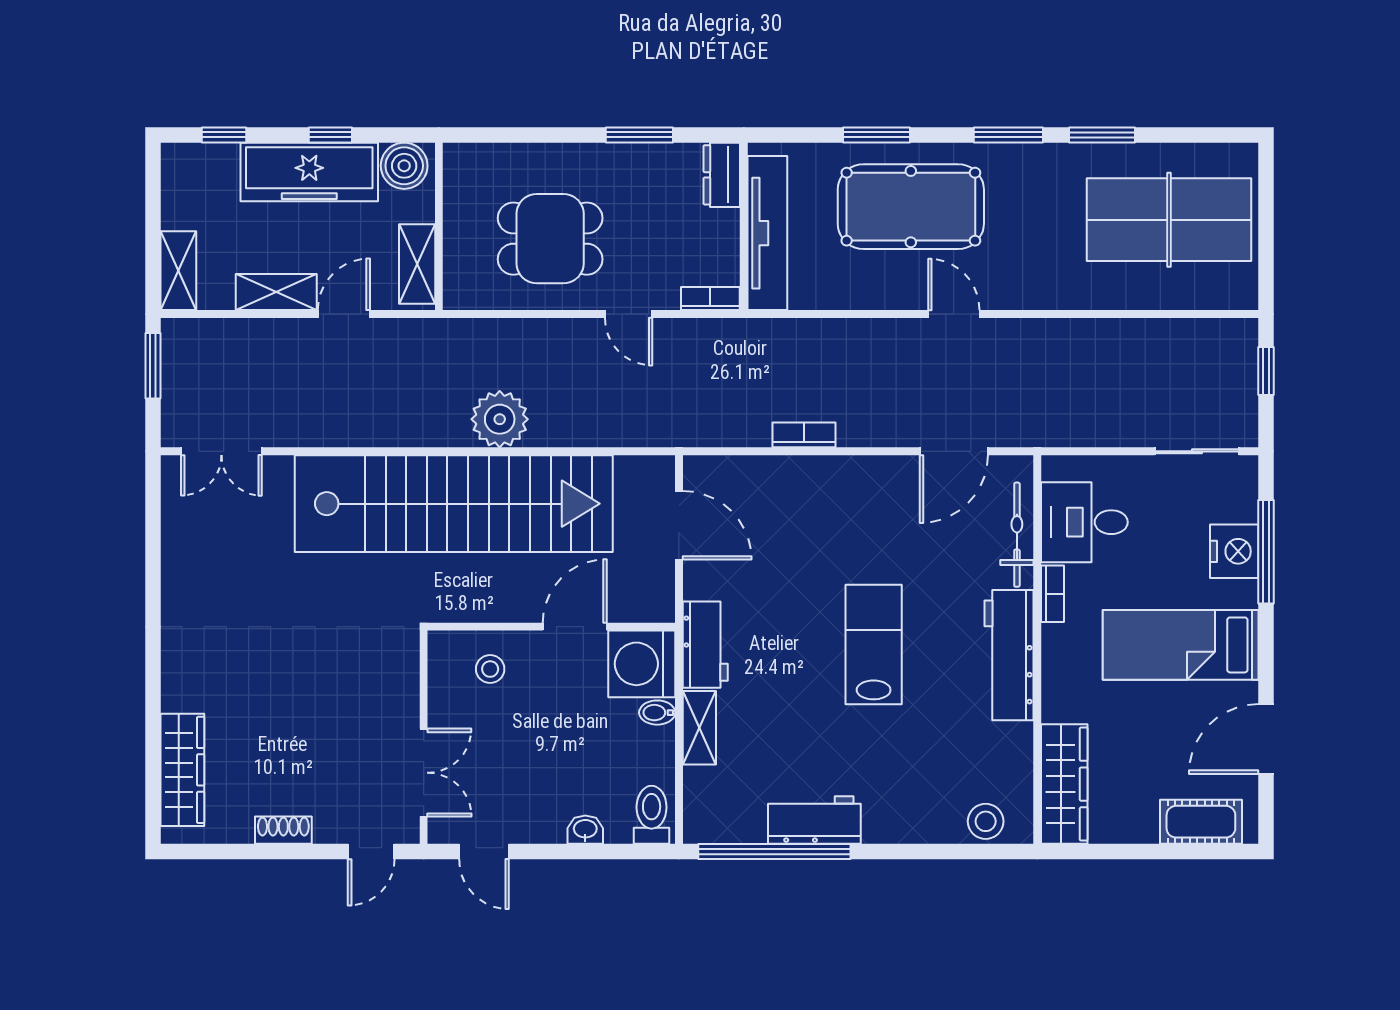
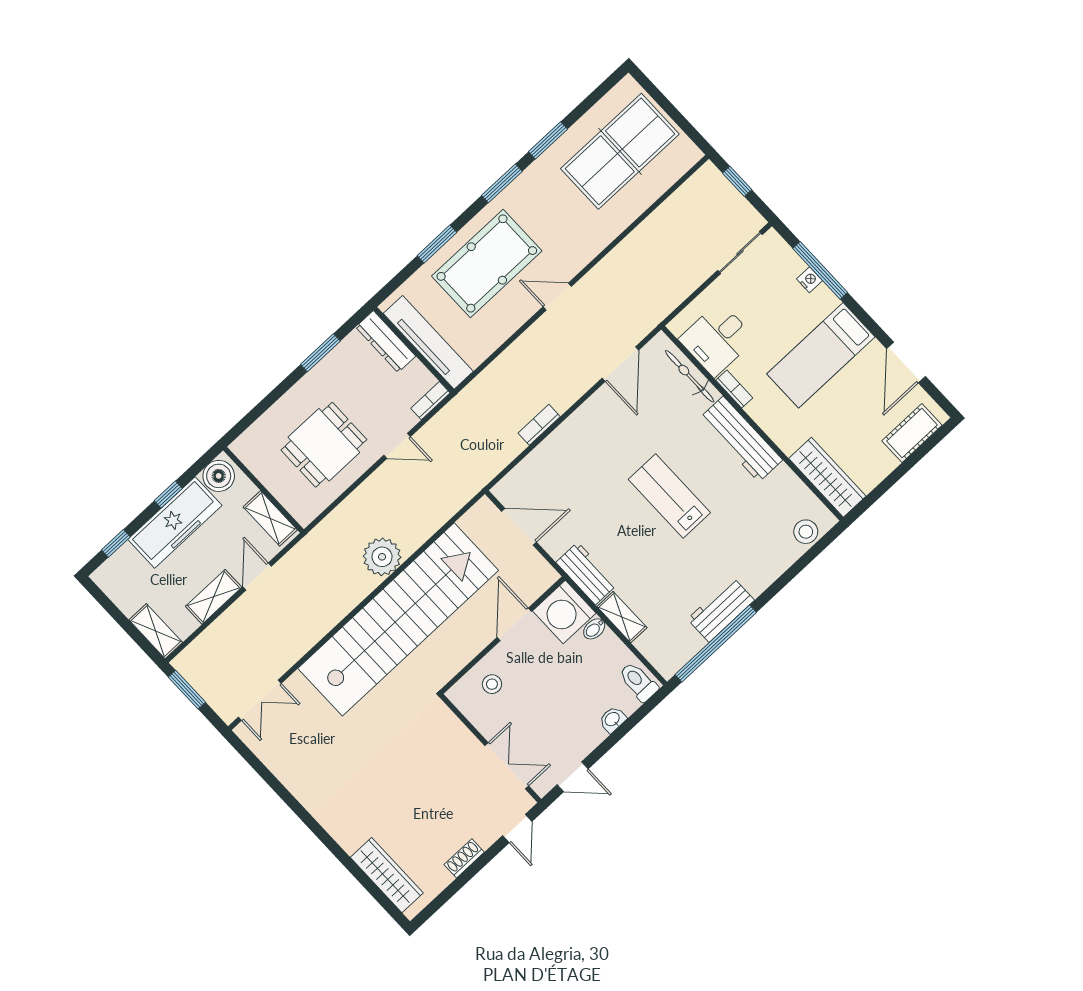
dresser: (722, 175) -> (386, 342), width x1.44
nightstand: (1234, 551) -> (809, 280), width x0.53, depth x0.56

